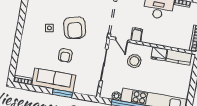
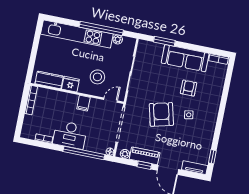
filing cabinet: (137, 35) -> (83, 103), moved
door: (122, 40) -> (111, 100), hinge flipped
armchair: (65, 55) -> (189, 88), moved
window: (63, 93) -> (164, 41), moved

